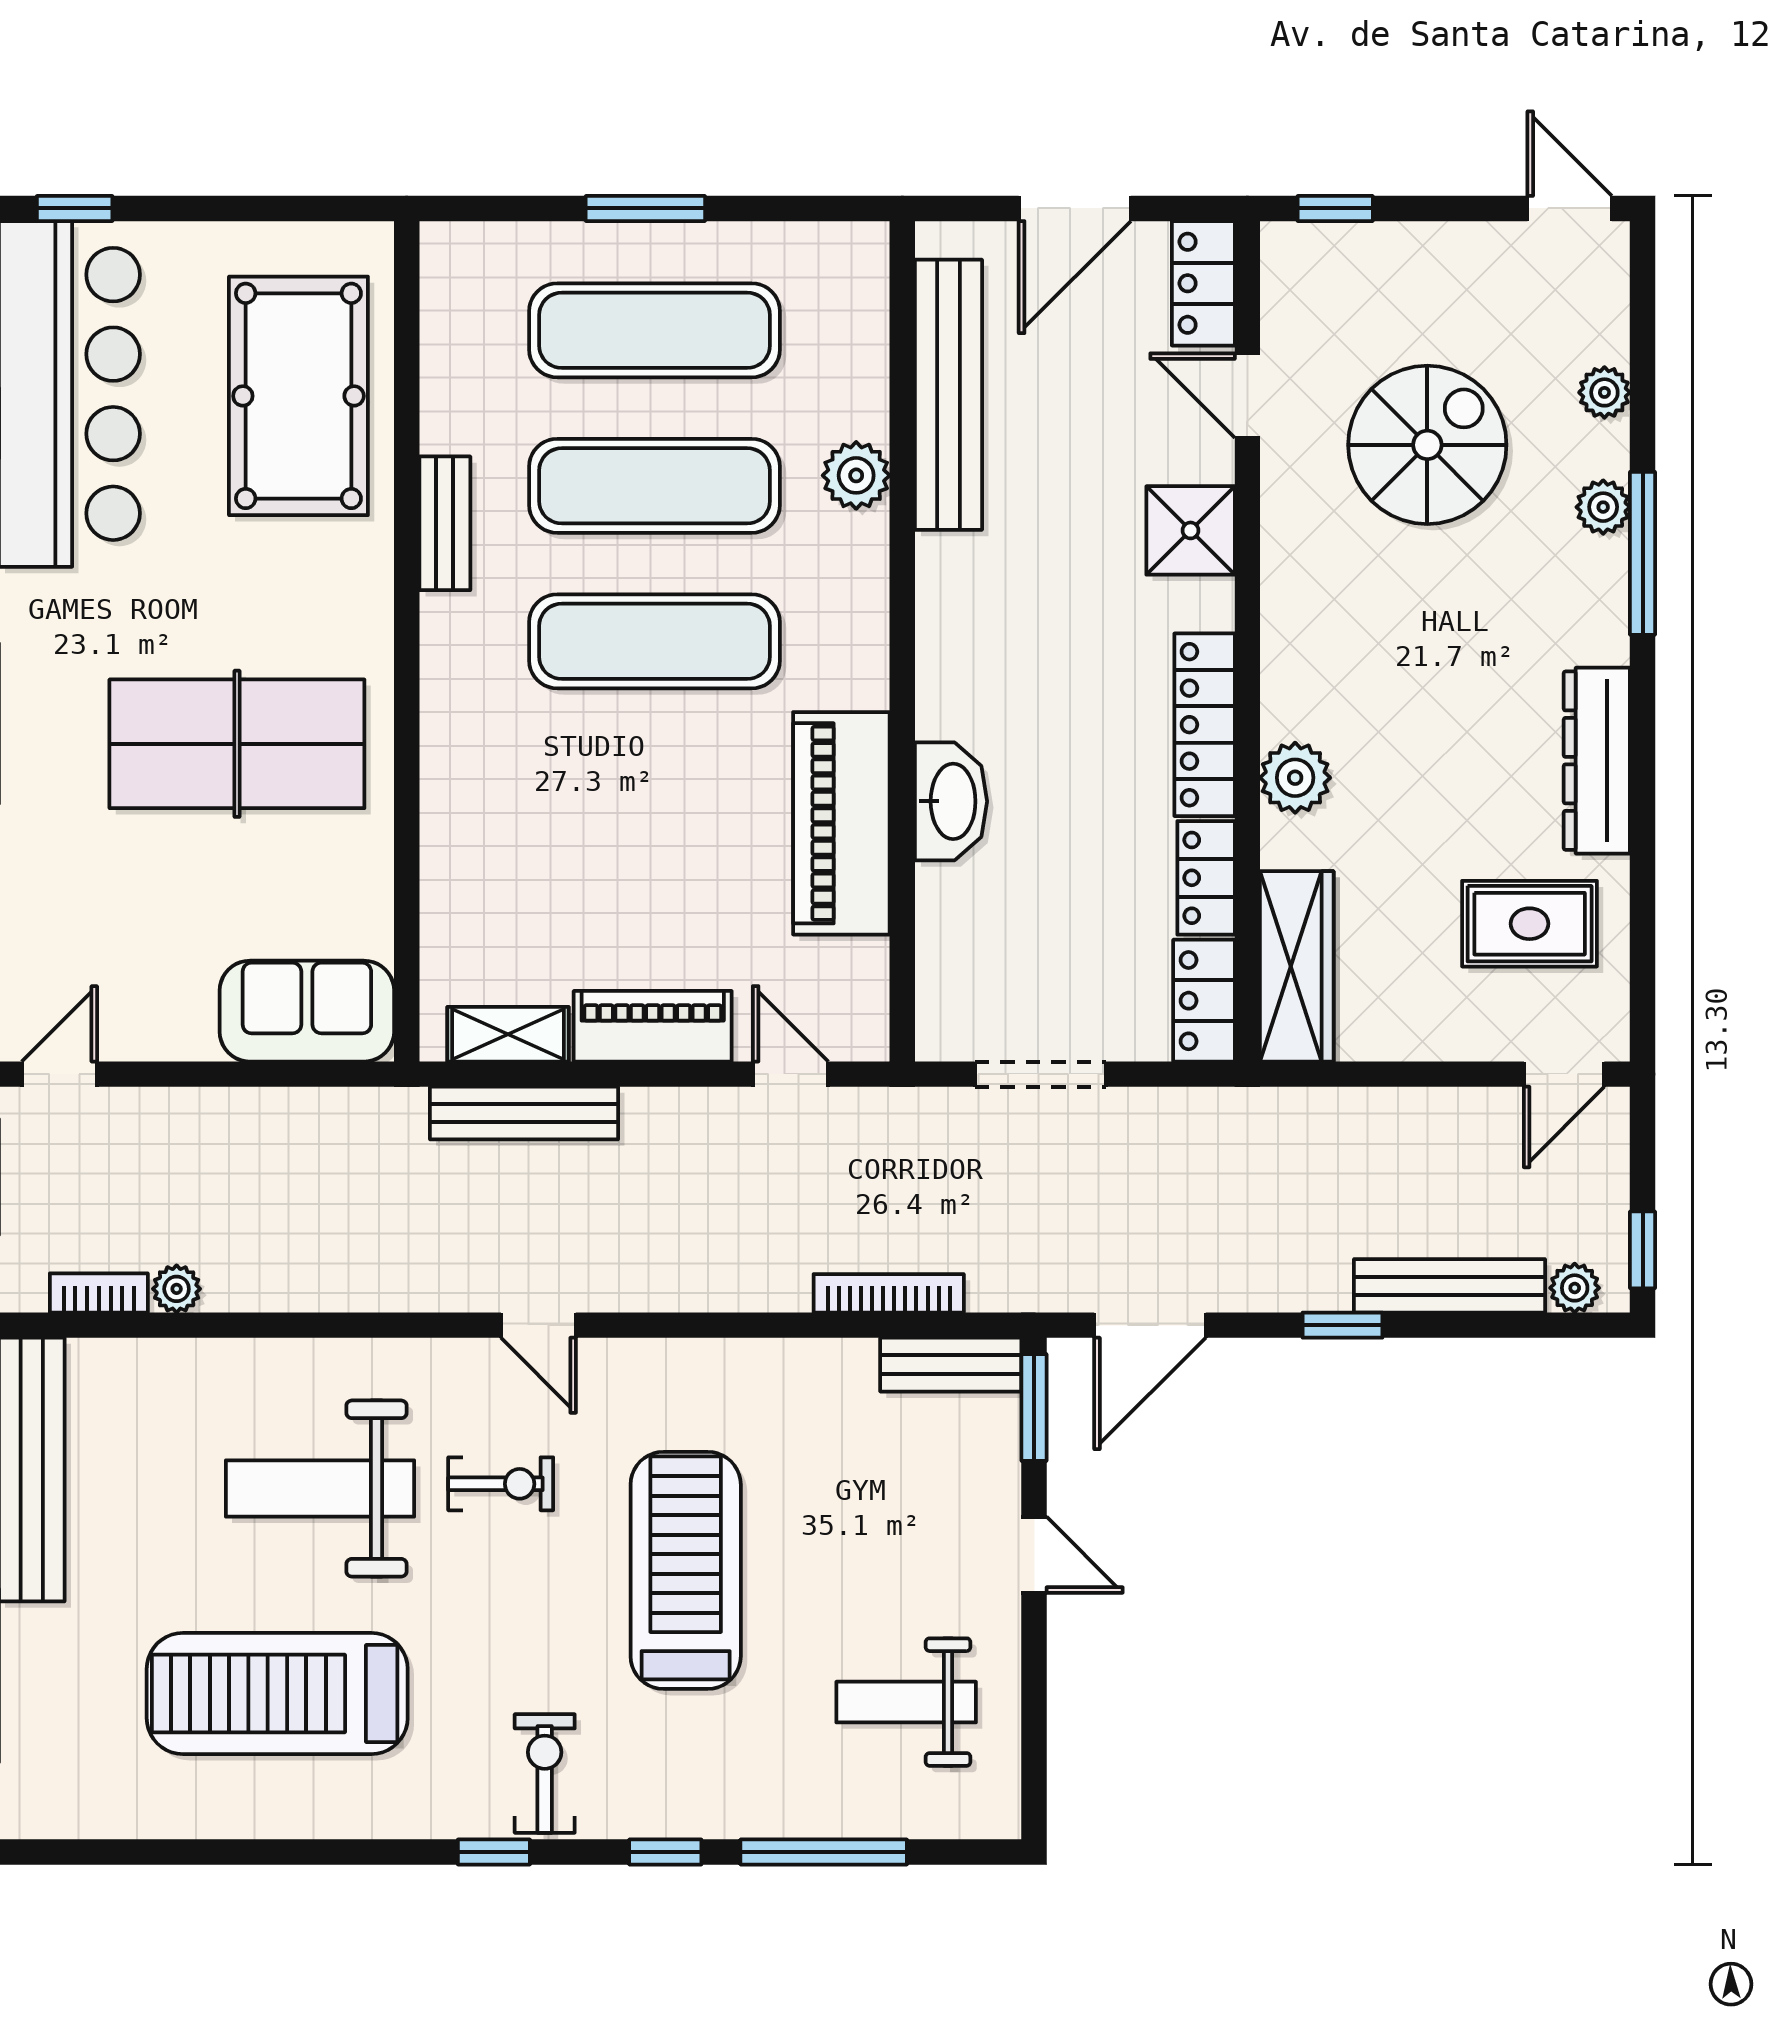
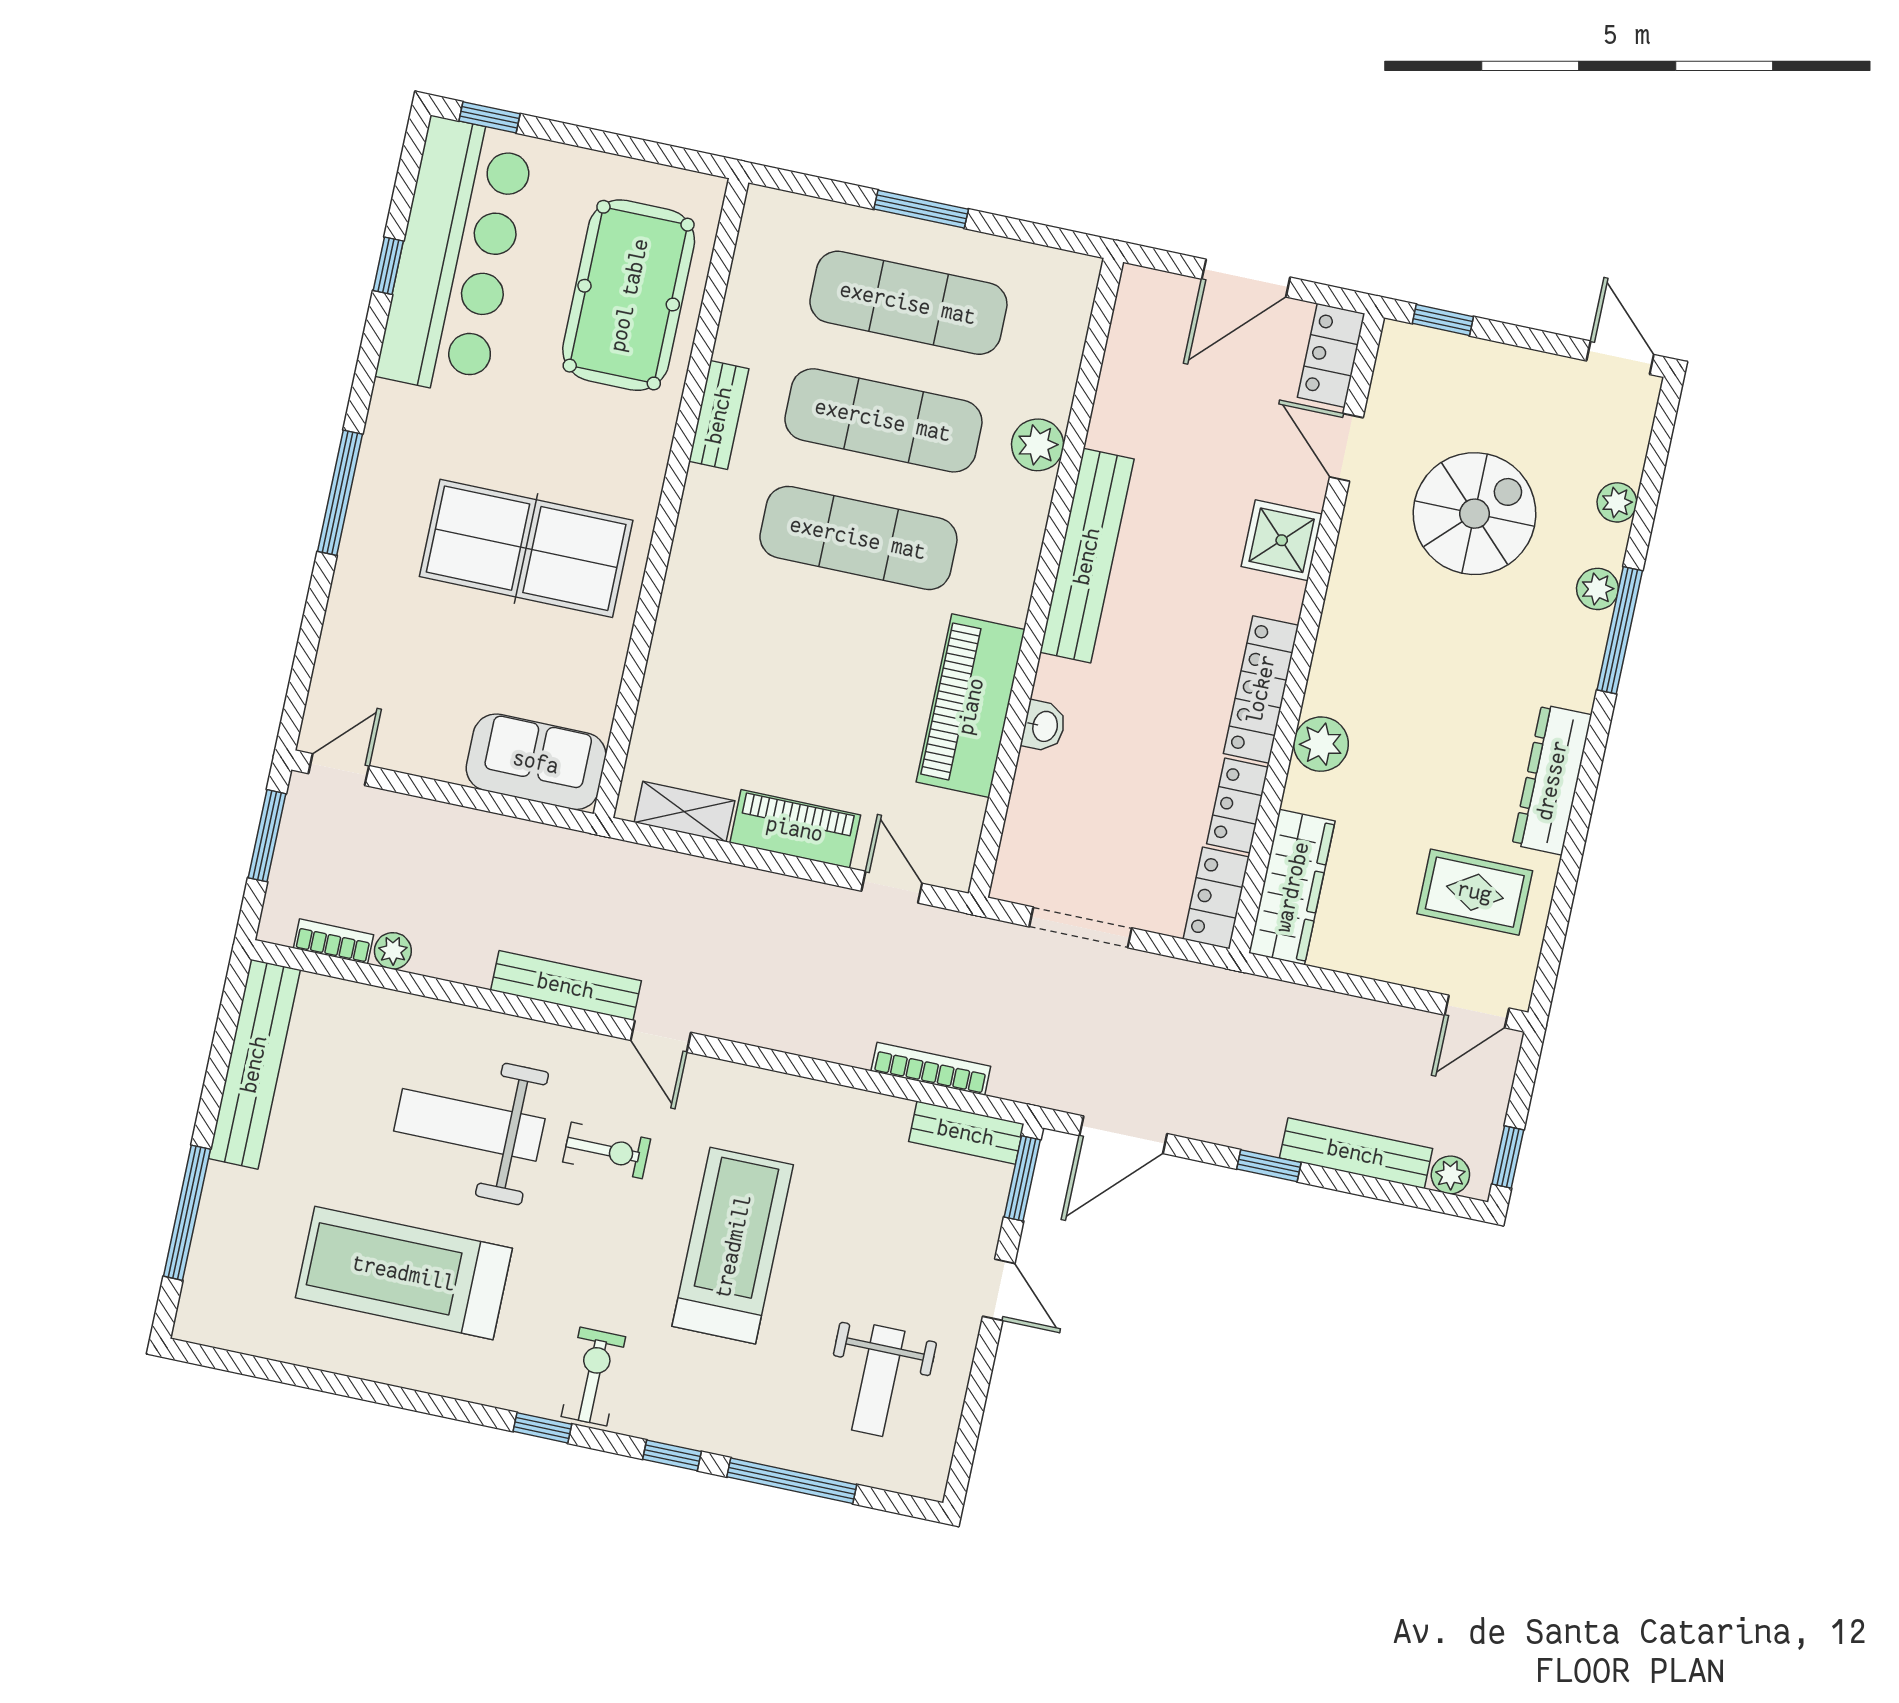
bench: (948, 395) -> (1087, 556), moved
washbasin: (951, 801) -> (1044, 726), width x0.52, depth x0.69
bench: (524, 1113) -> (566, 986), moved
weight bench: (906, 1702) -> (878, 1381), turned -90

